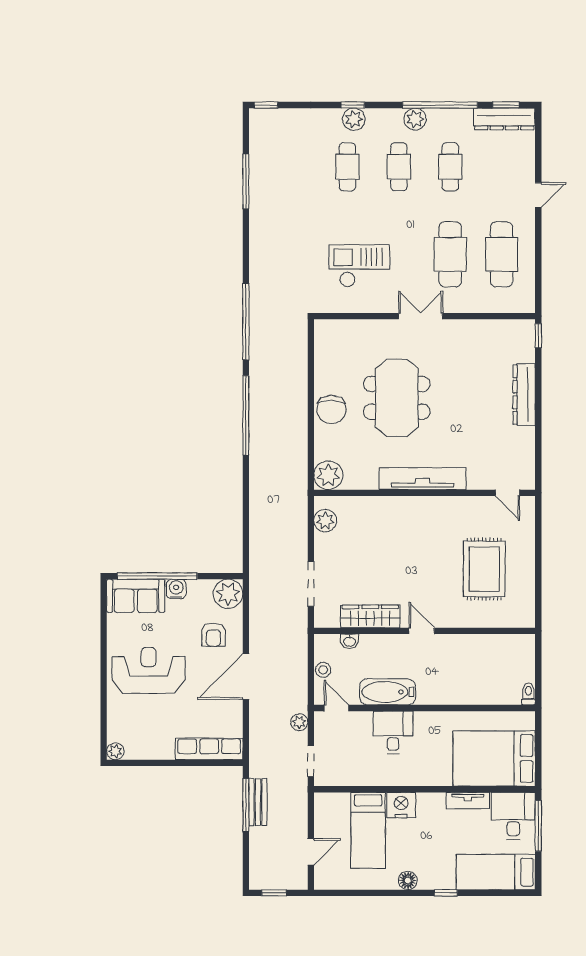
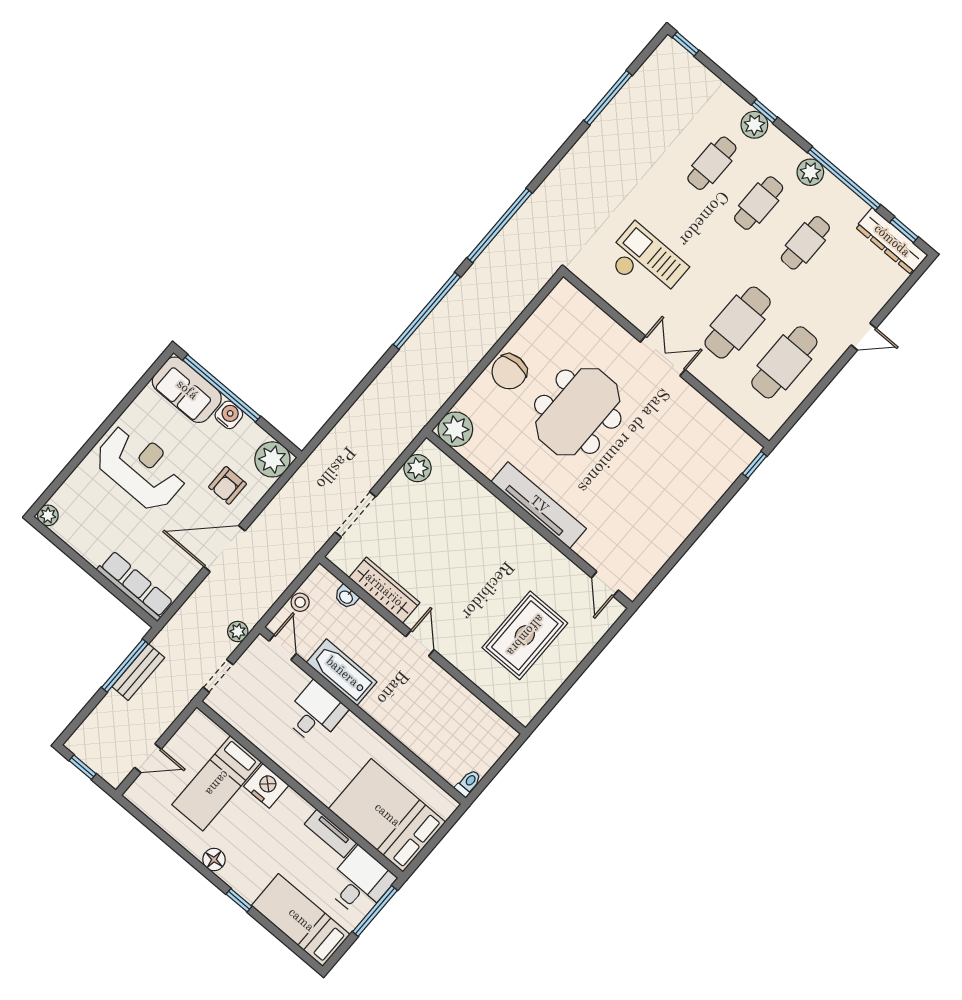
dresser: (524, 395) -> (696, 507), removed

